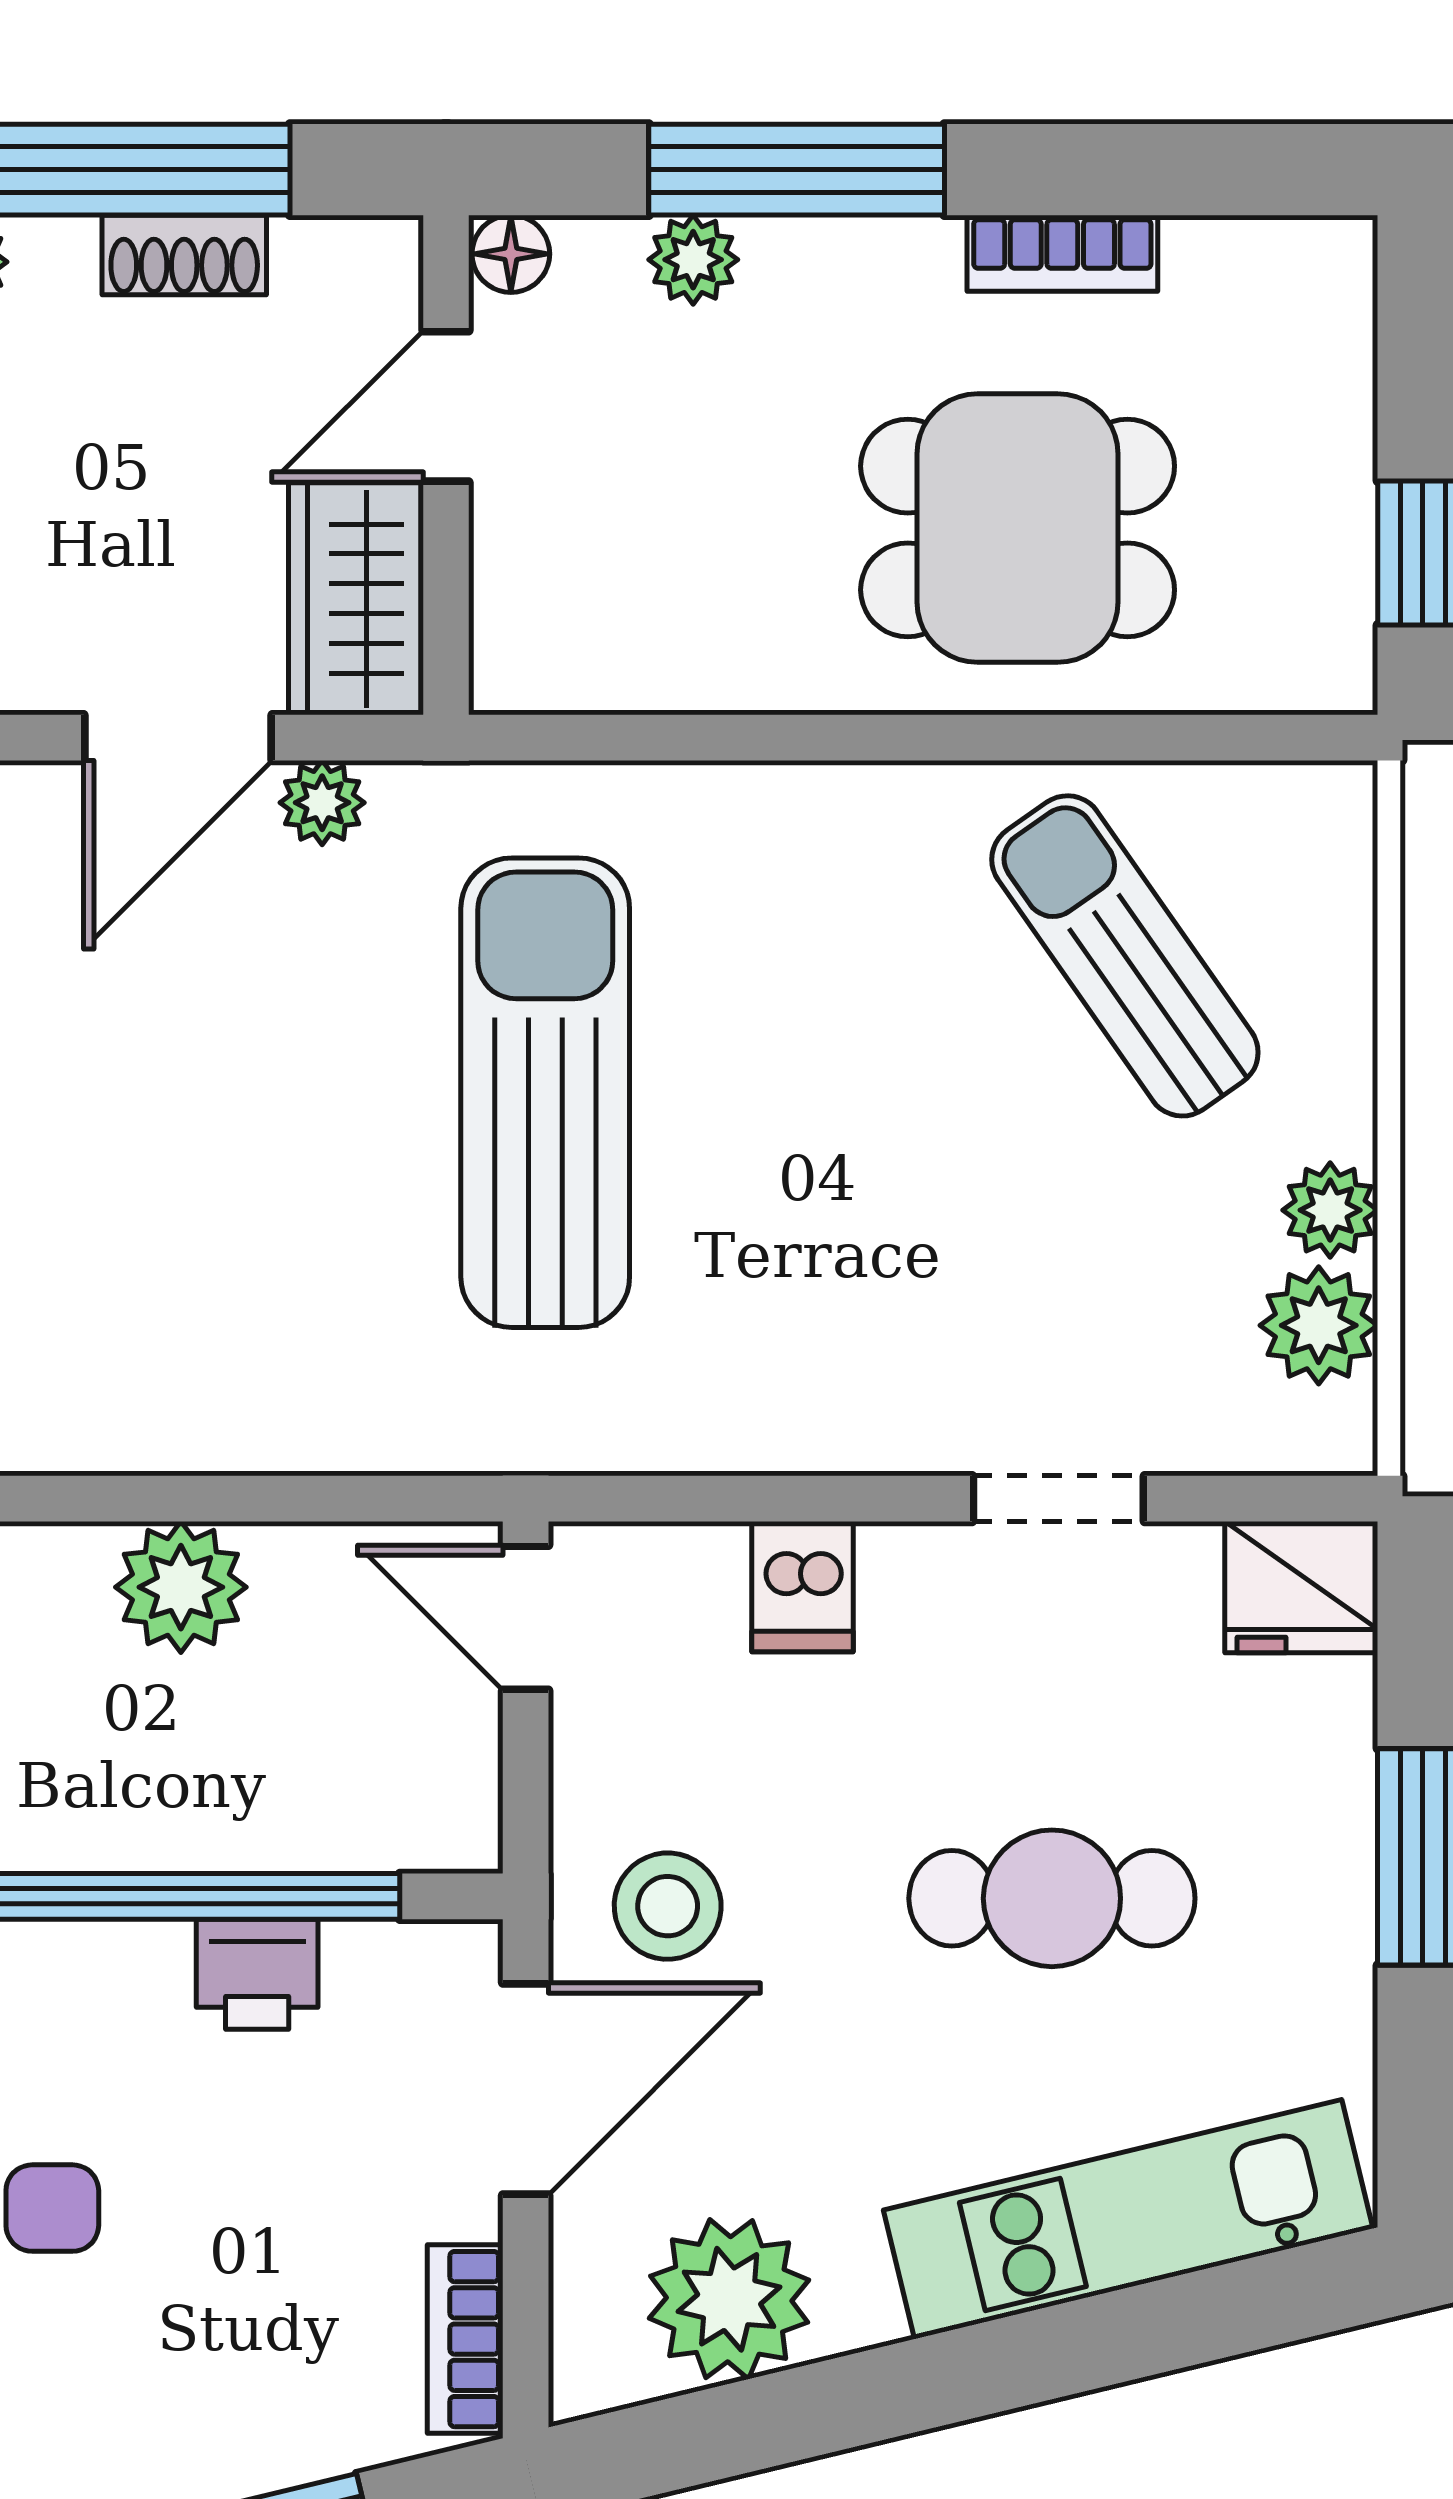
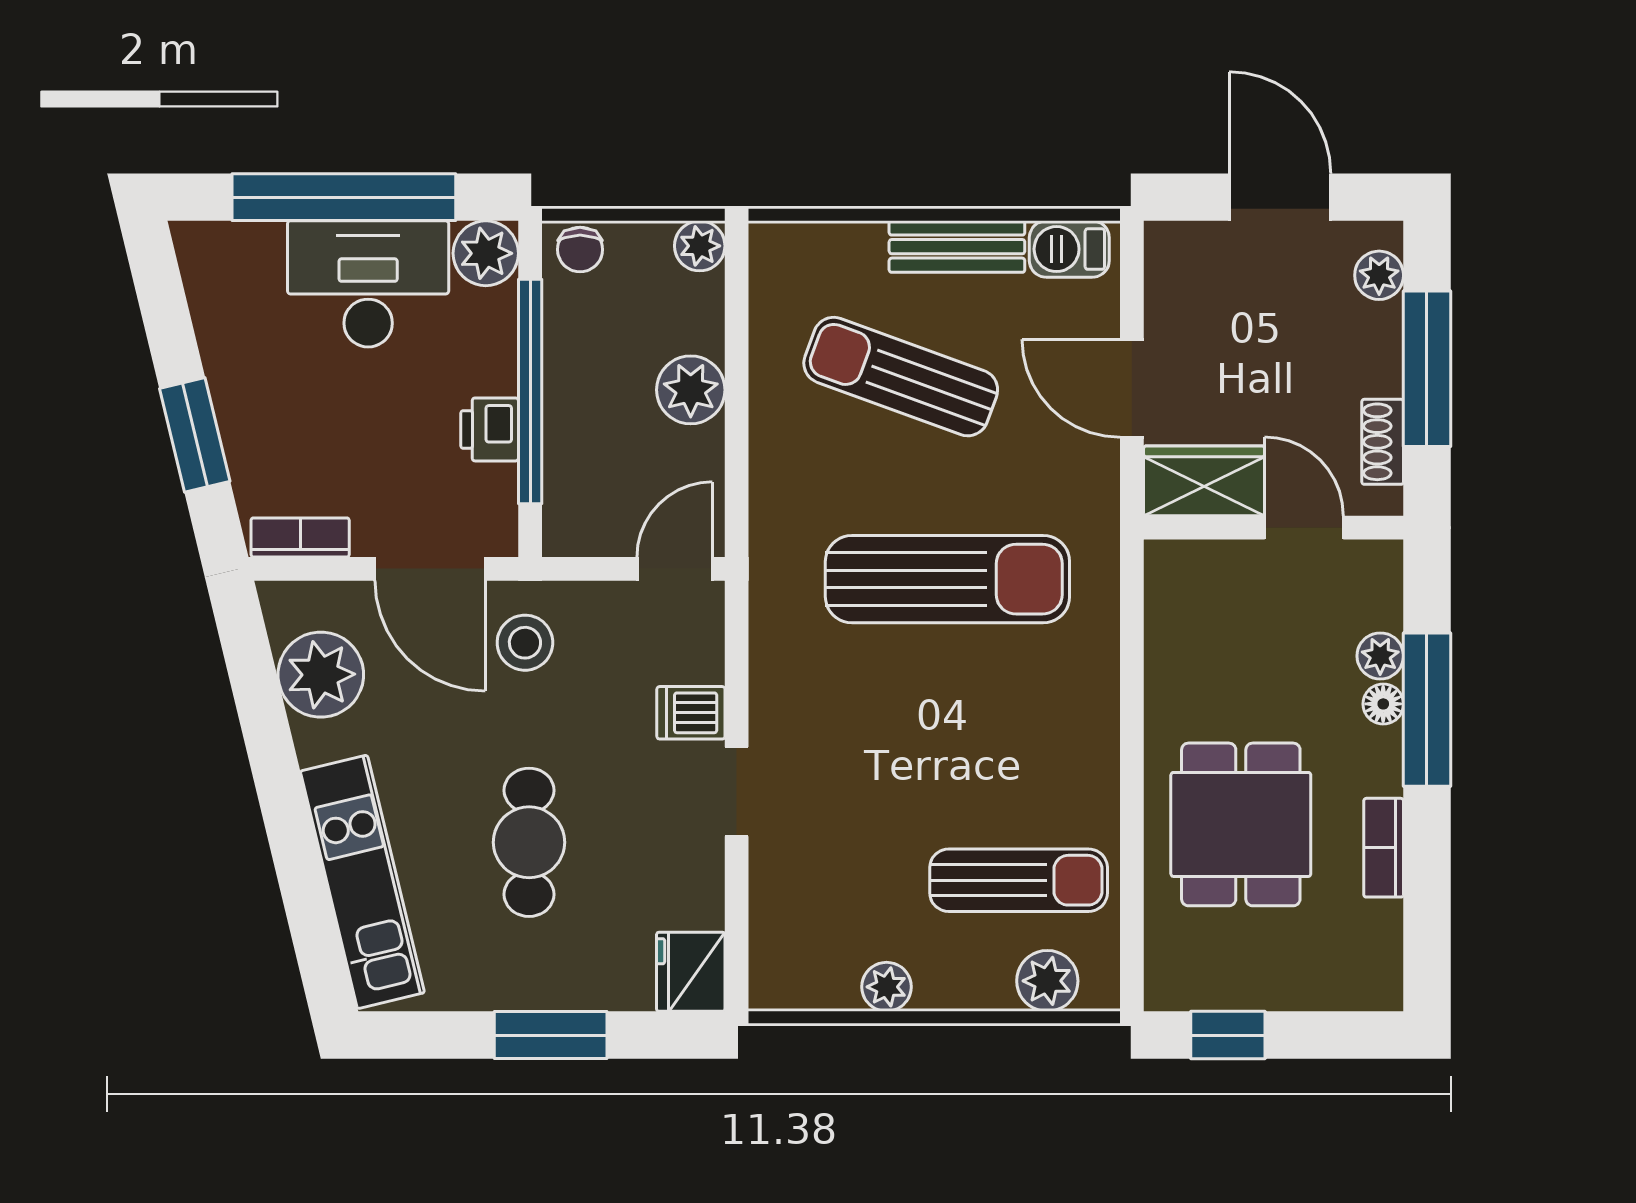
floor lamp: (511, 254) -> (1383, 704), moved
shoe rack: (184, 255) -> (1383, 442), moved
plant: (322, 803) -> (1098, 463), removed
sun lounger: (1125, 956) -> (1019, 880), turned 35
sun lounger: (155, 1183) -> (901, 377), added
plant: (1319, 1325) -> (1047, 981), moved
doorway: (1058, 1499) -> (737, 792), moved

